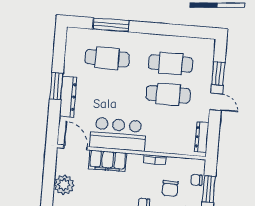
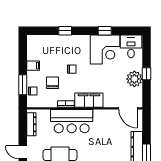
bar counter: (118, 134) -> (72, 121), moved
filing cabinet: (108, 161) -> (89, 100), moved
window: (48, 190) -> (146, 74), added

